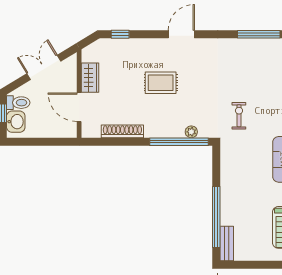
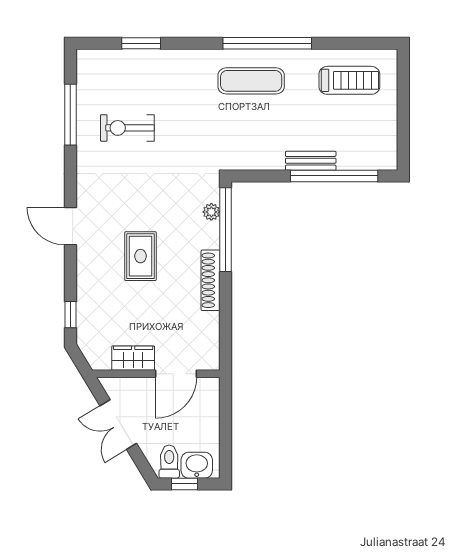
exercise bike: (239, 116) -> (127, 128), moved, width x1.38, depth x1.39
shoe rack: (122, 131) -> (211, 280), moved
bench: (227, 243) -> (311, 161), moved

